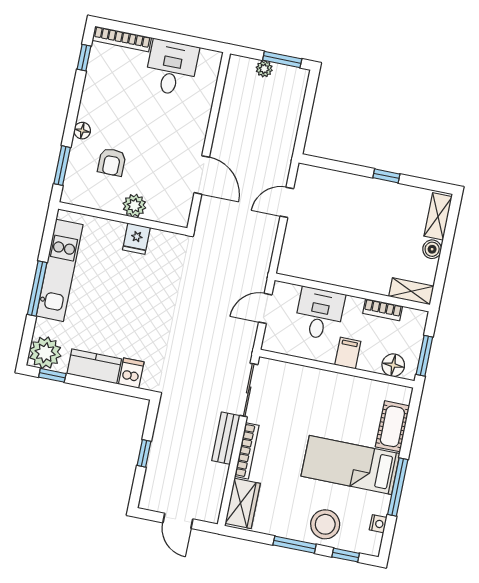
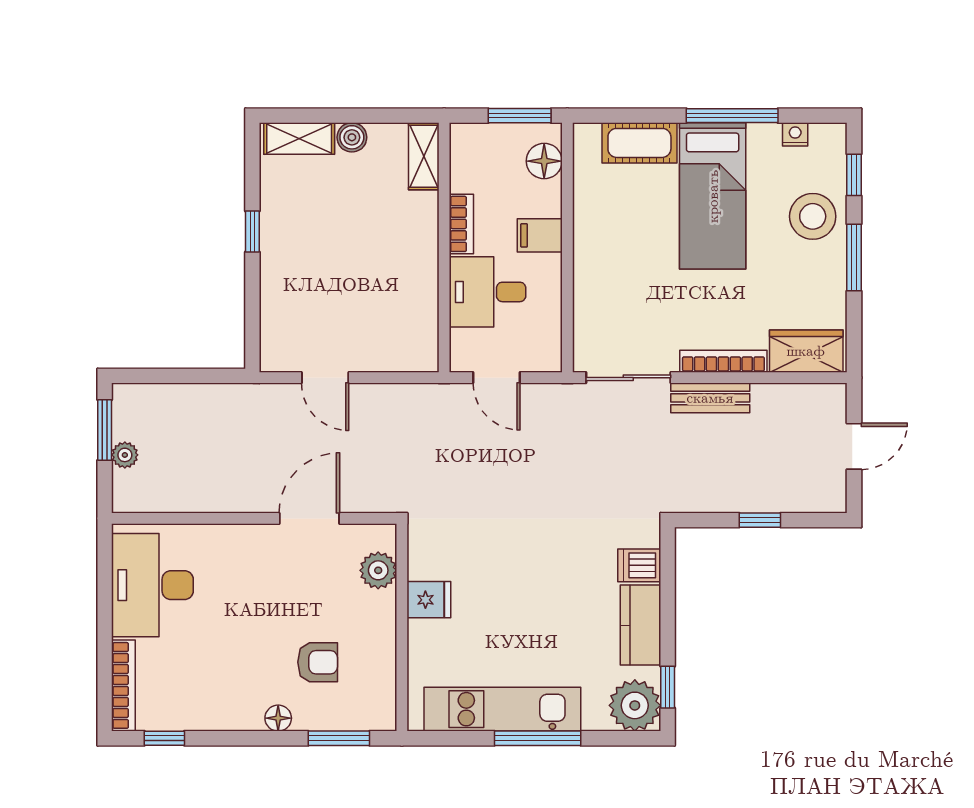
desk: (172, 68) -> (152, 585), width x1.37
plant: (134, 206) -> (378, 570), moved
bookcase: (383, 310) -> (461, 224), moved

